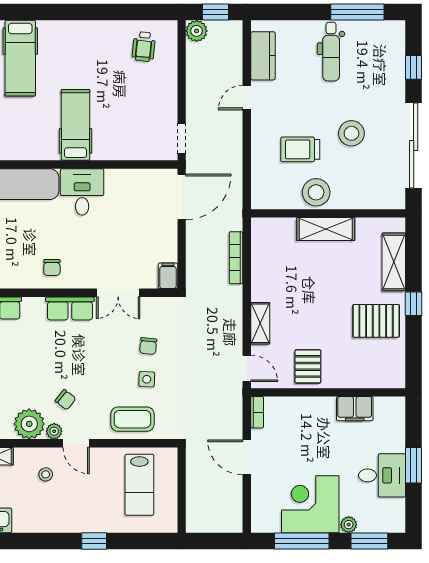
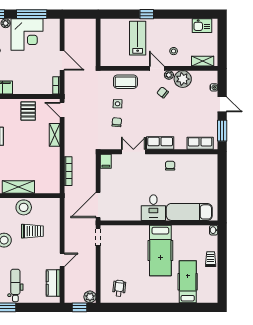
hospital bed: (76, 125) -> (160, 251), width x1.37, depth x1.29
lab bench: (139, 485) -> (138, 38), moved

